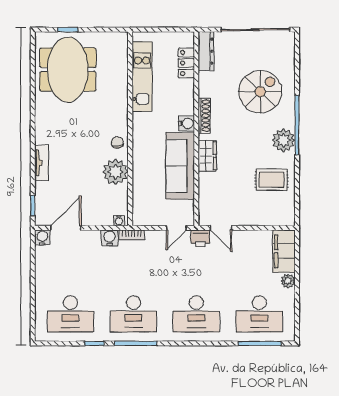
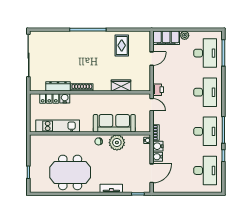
dresser: (206, 51) -> (58, 86), moved
meeting table: (68, 70) -> (70, 172), moved
spiral stairs: (260, 92) -> (67, 53), removed
water cooler: (187, 123) -> (65, 98), moved
plant: (283, 140) -> (97, 38), removed
wardrobe: (207, 156) -> (121, 85), moved
sofa: (180, 166) -> (114, 123), moved, turned 180
door: (66, 228) -> (152, 173), swing flipped
door: (221, 228) -> (152, 59), moved
water cooler: (42, 237) -> (158, 157), moved

